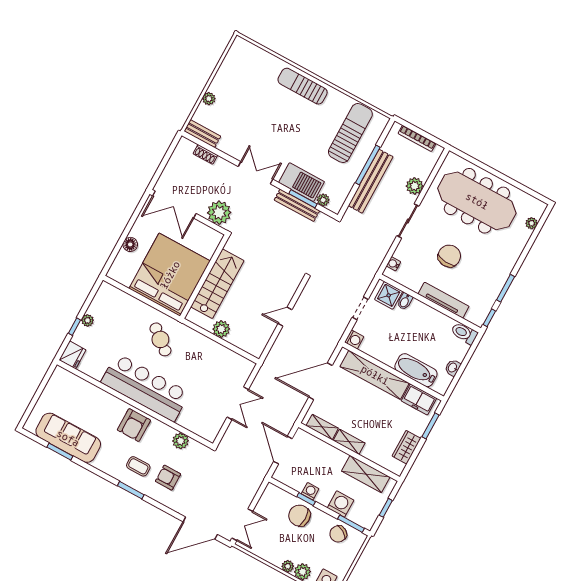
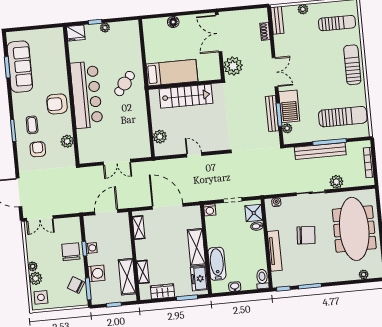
sun lounger: (248, 73) -> (337, 23), added
bed: (170, 275) -> (172, 73), width x0.49
plant: (221, 329) -> (160, 137), moved
shelving: (375, 375) -> (196, 247), width x0.68
shelving: (349, 442) -> (143, 272), moved

